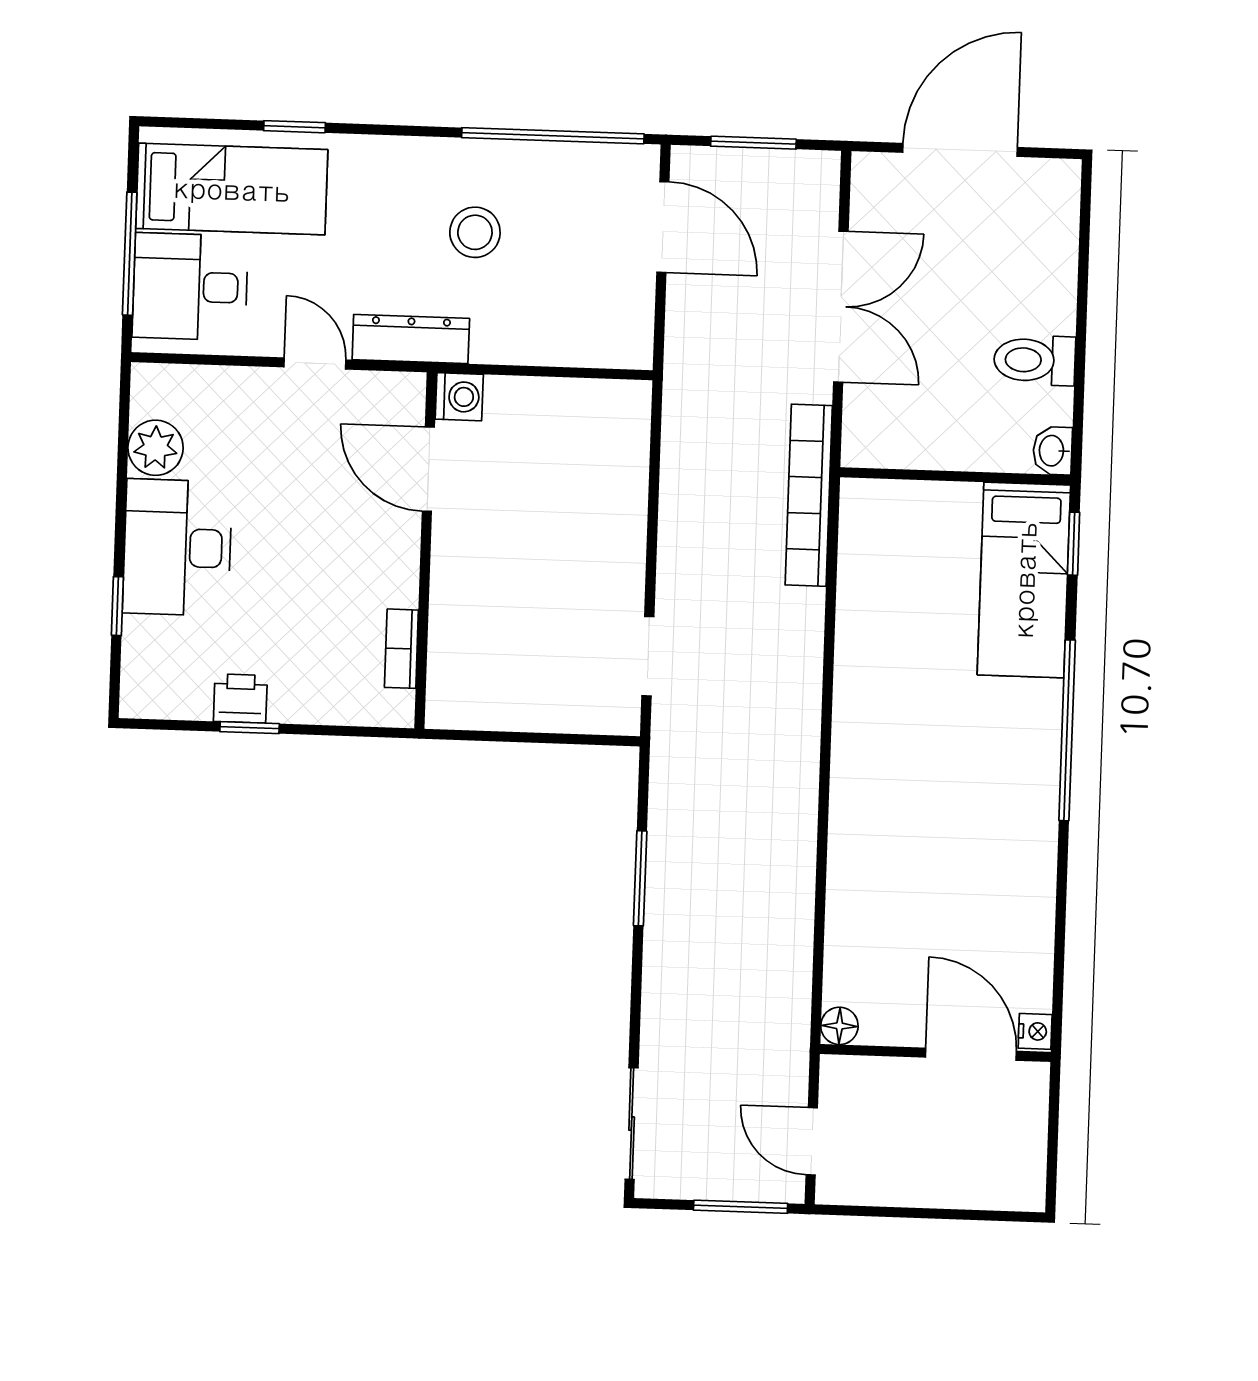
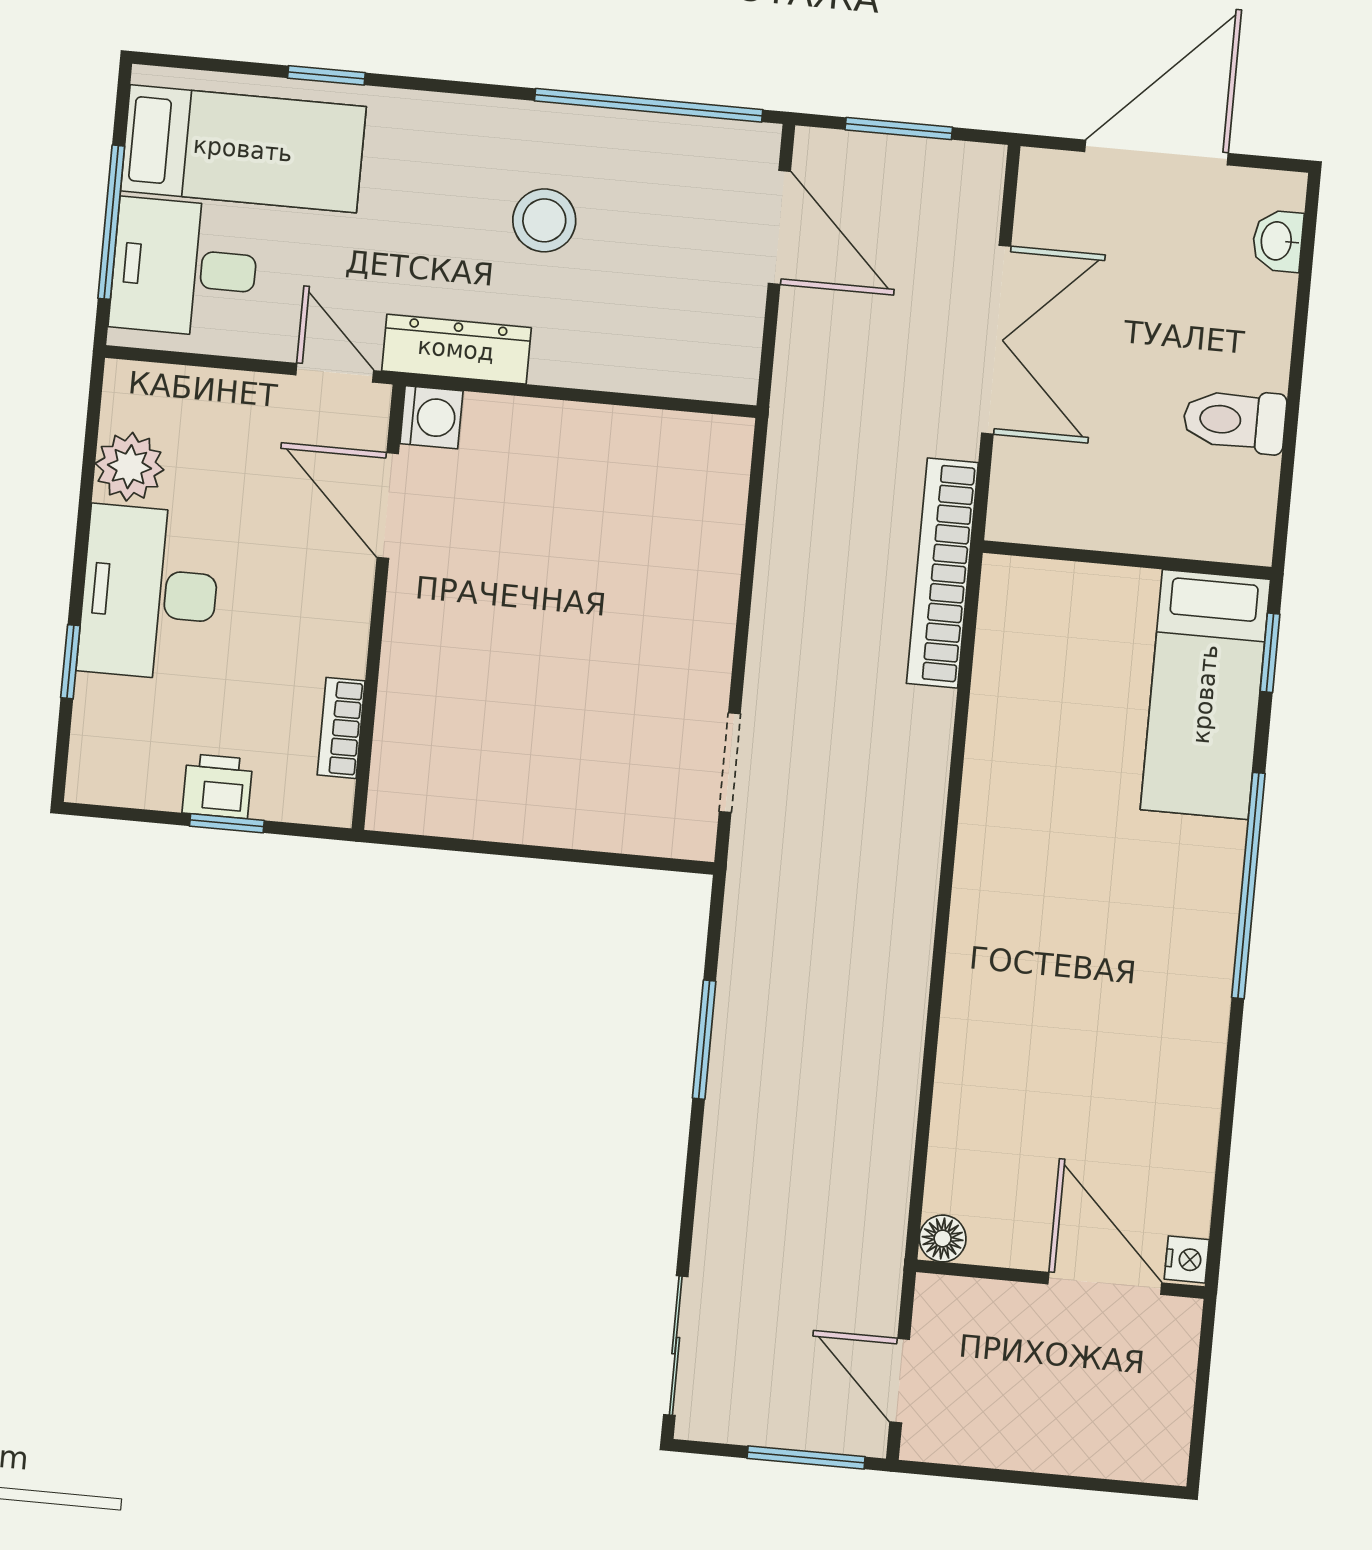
washing machine: (459, 397) -> (431, 417), moved
washbasin: (1053, 451) -> (1278, 241), moved
door: (428, 469) -> (388, 506), moved
wall: (426, 551) -> (378, 607), moved
bookcase: (401, 649) -> (341, 728), moved

